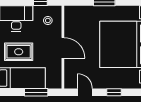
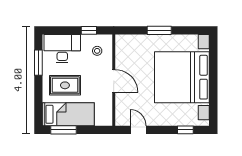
window: (36, 92) -> (64, 130), moved
window: (114, 92) -> (185, 130), moved

